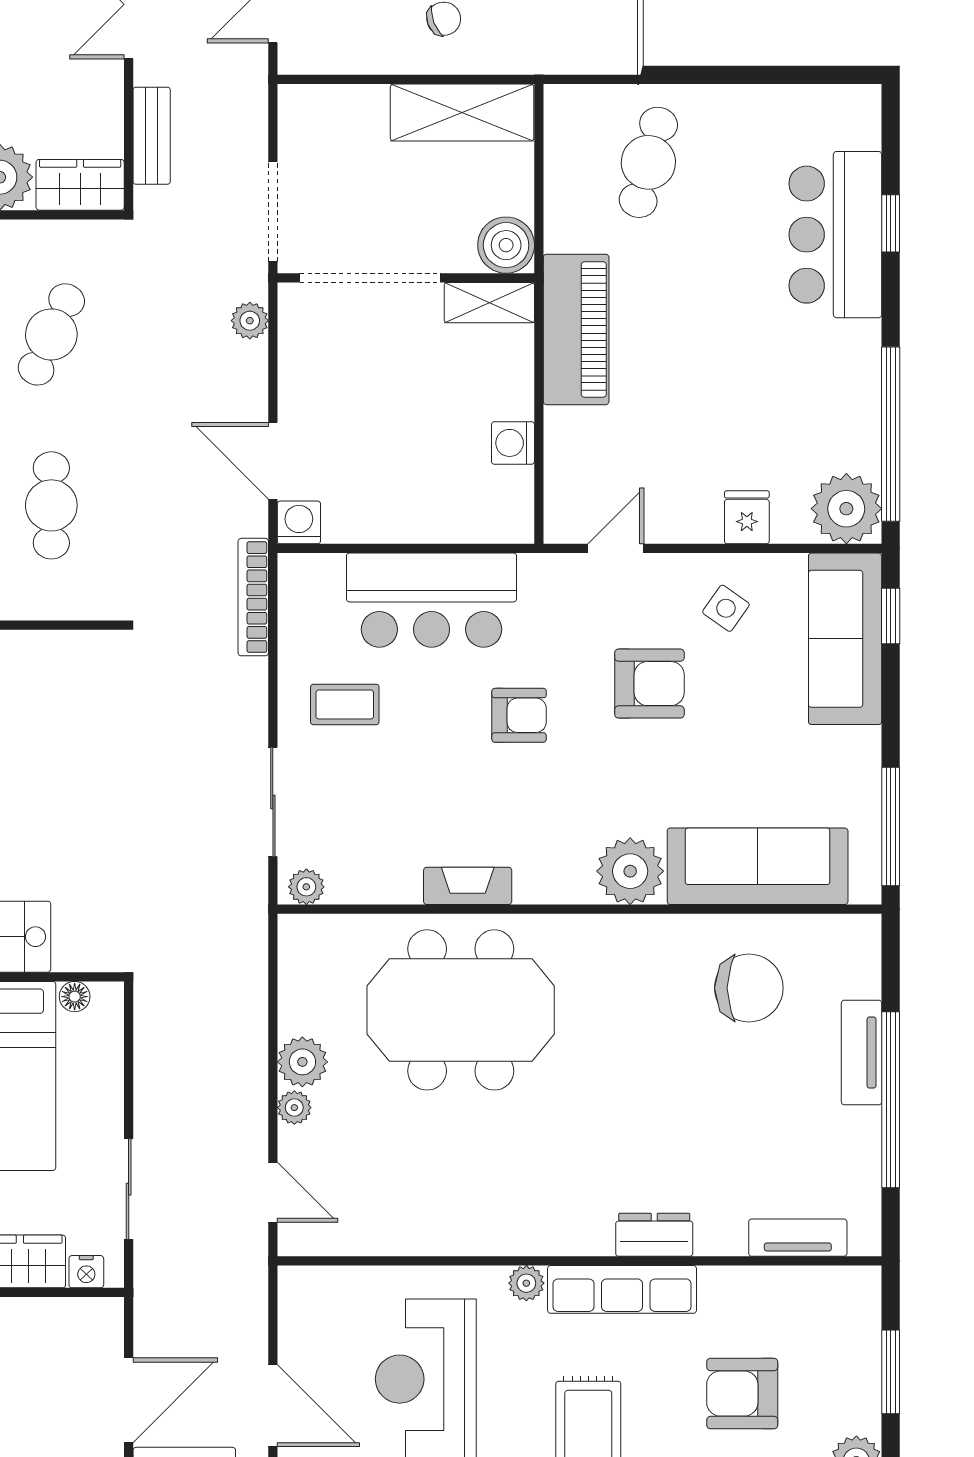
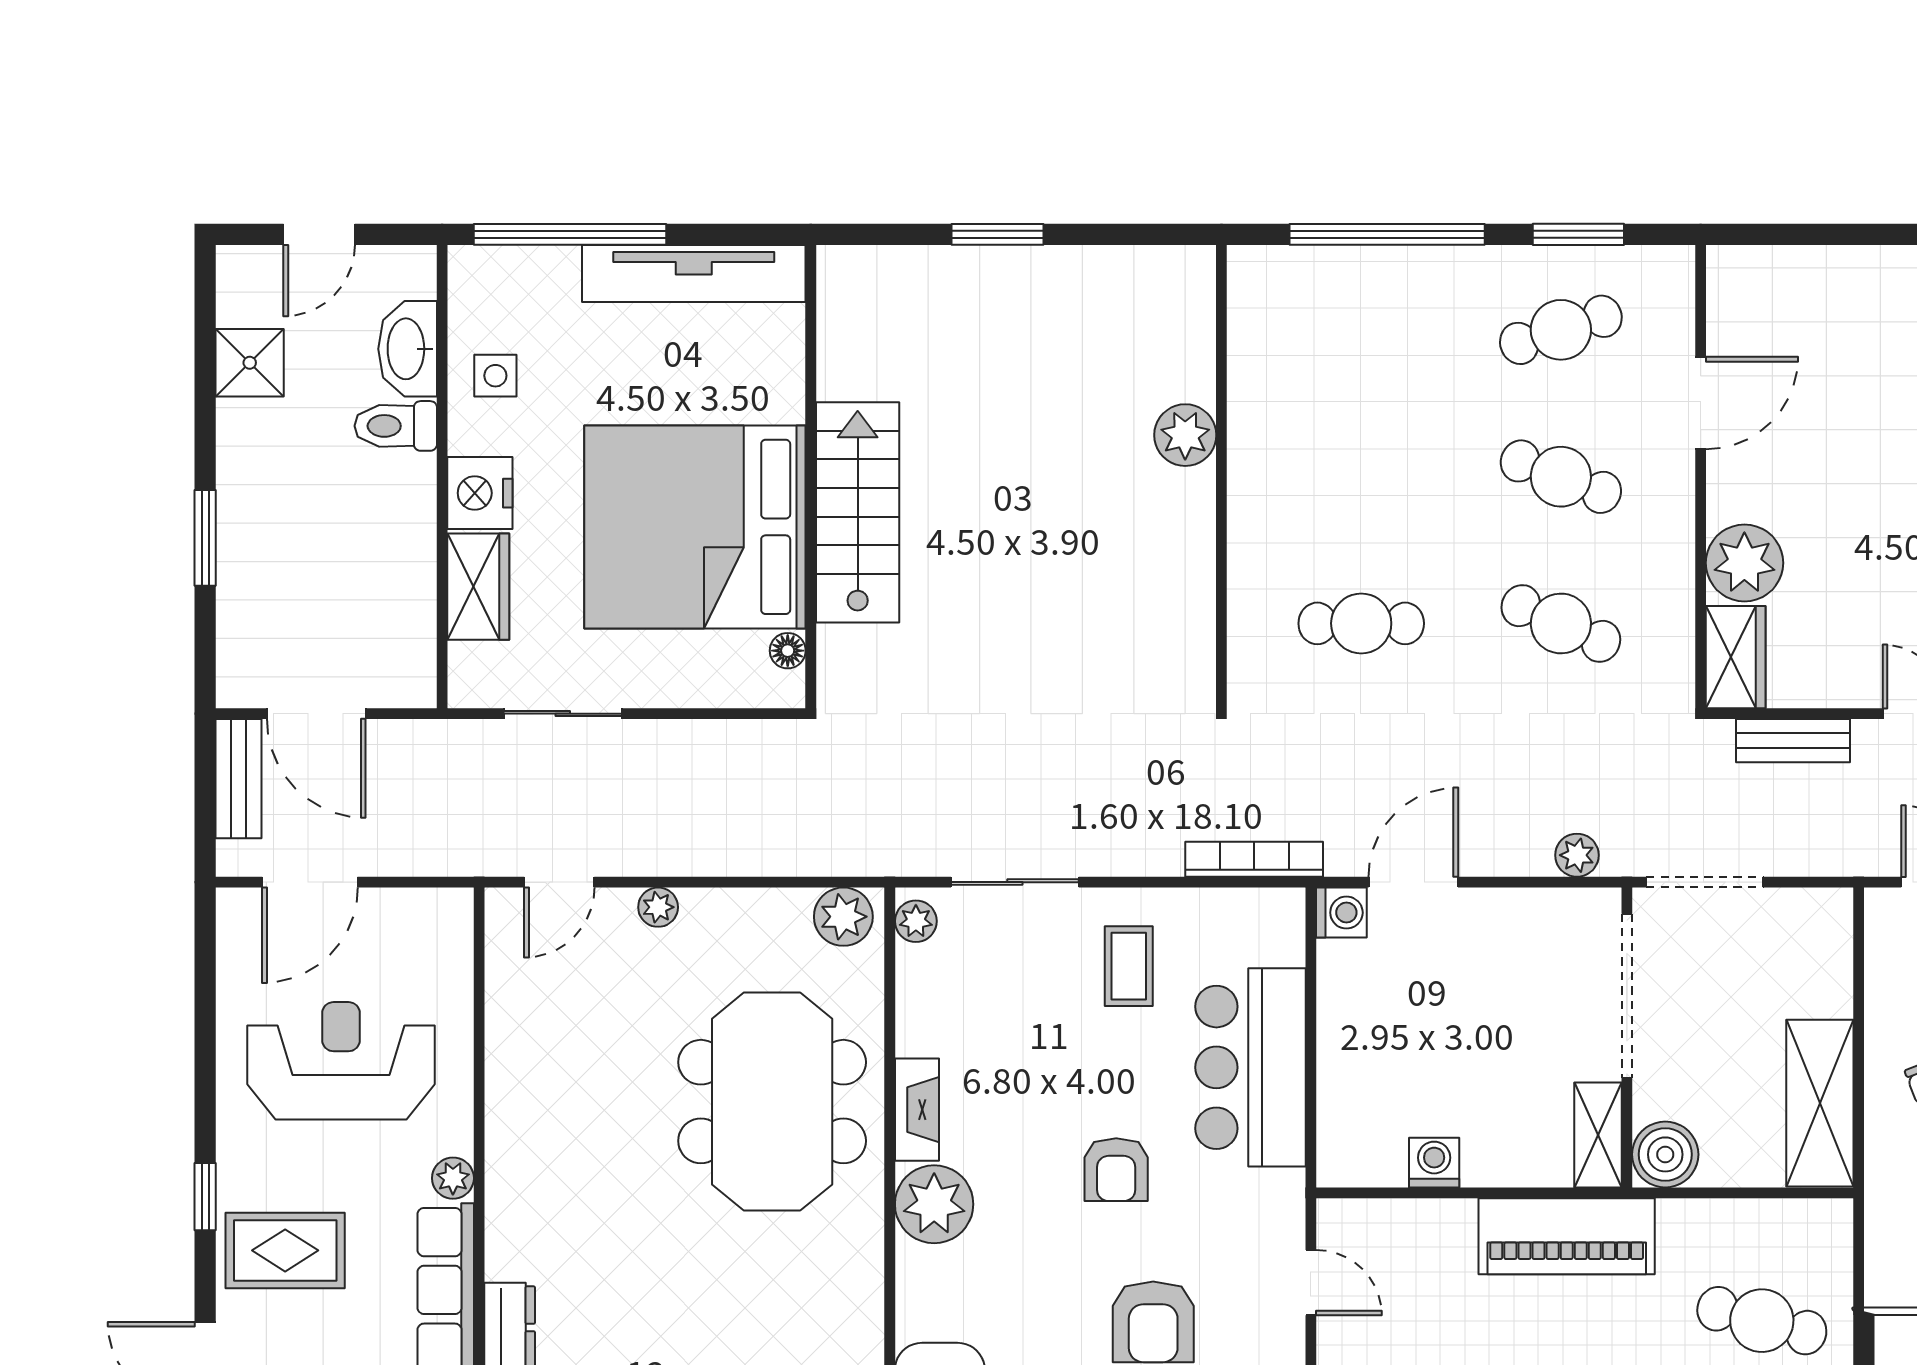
plant: (630, 871) -> (934, 1204), moved
plant: (302, 1062) -> (843, 917), moved
nightstand: (86, 1272) -> (466, 664), removed

